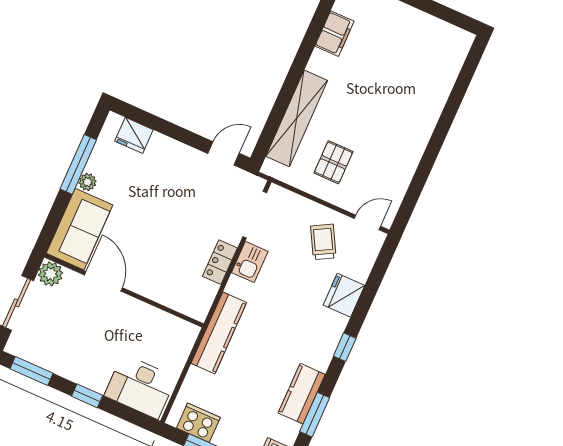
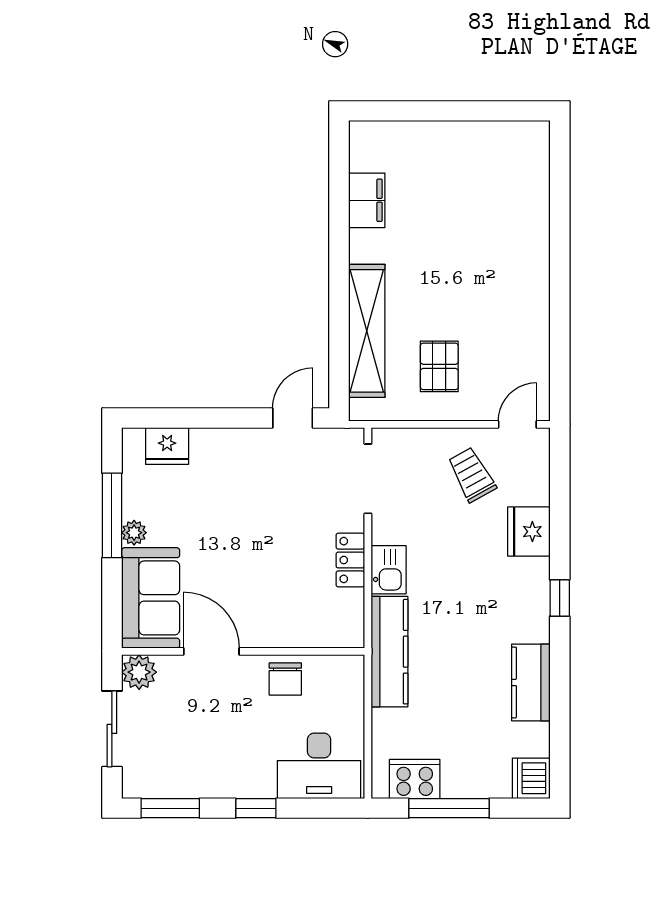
kitchen sink: (250, 262) -> (389, 570), moved
chair: (143, 321) -> (285, 679), added
window: (315, 415) -> (560, 702), removed

